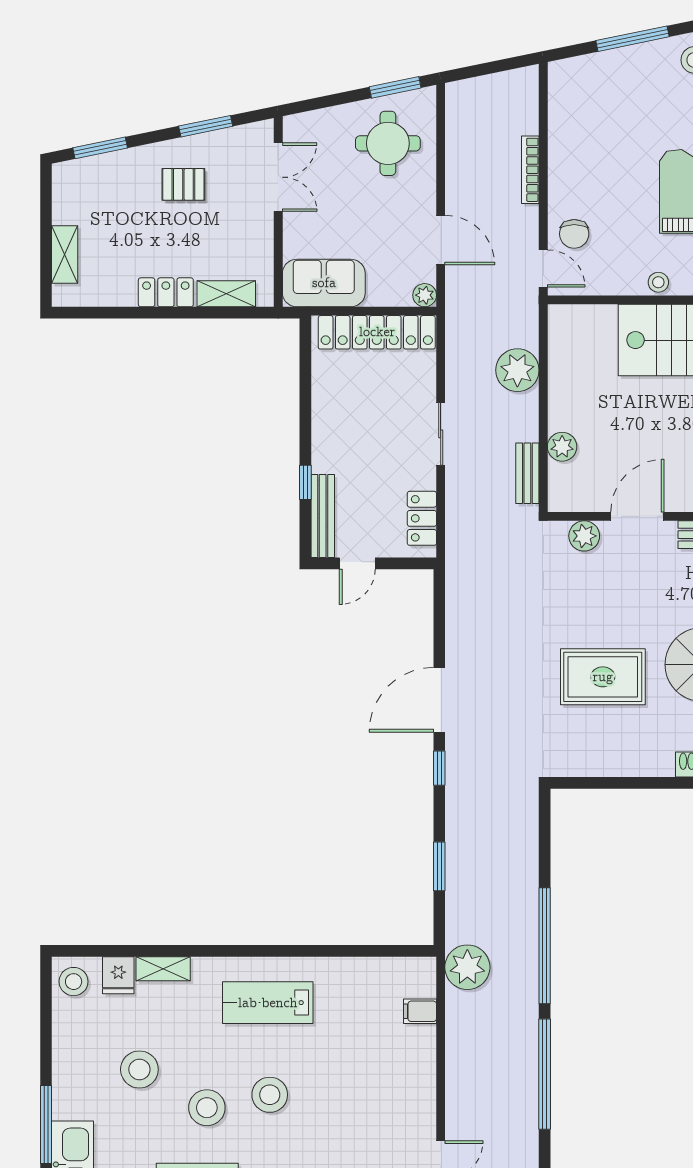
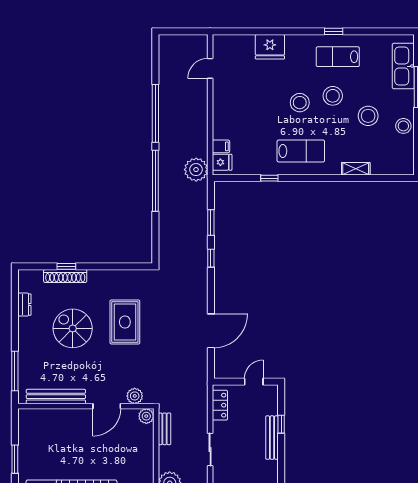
plant: (562, 447) -> (146, 416), moved
bench: (323, 516) -> (272, 438), moved
rug: (603, 677) -> (125, 322), turned 90
door: (439, 700) -> (211, 331), moved
window: (439, 768) -> (211, 258), moved
window: (328, 951) -> (269, 178), added
fridge: (118, 975) -> (222, 162), moved, turned 90
stool: (74, 982) -> (403, 126), moved

